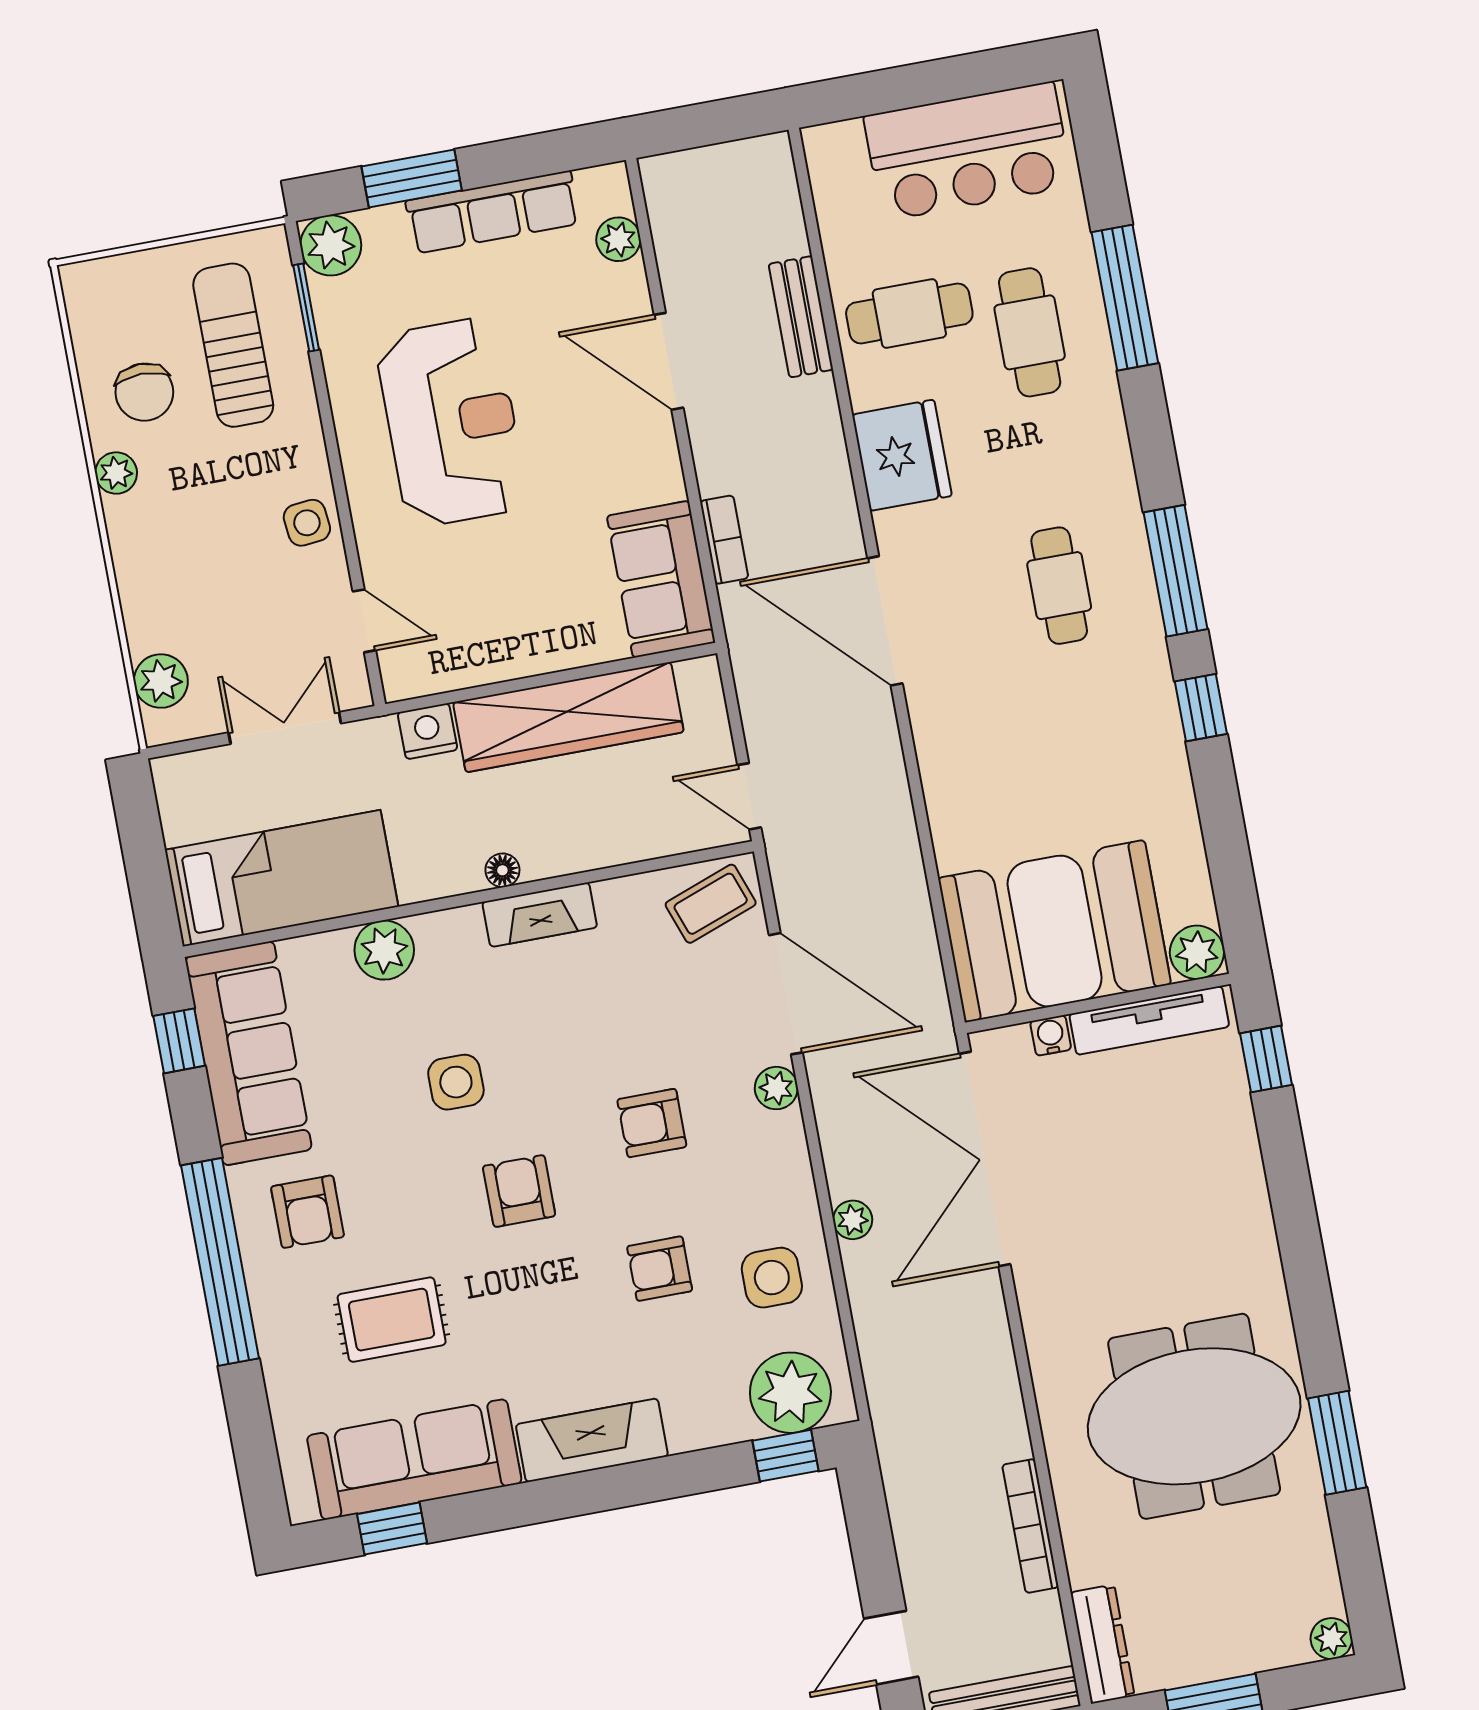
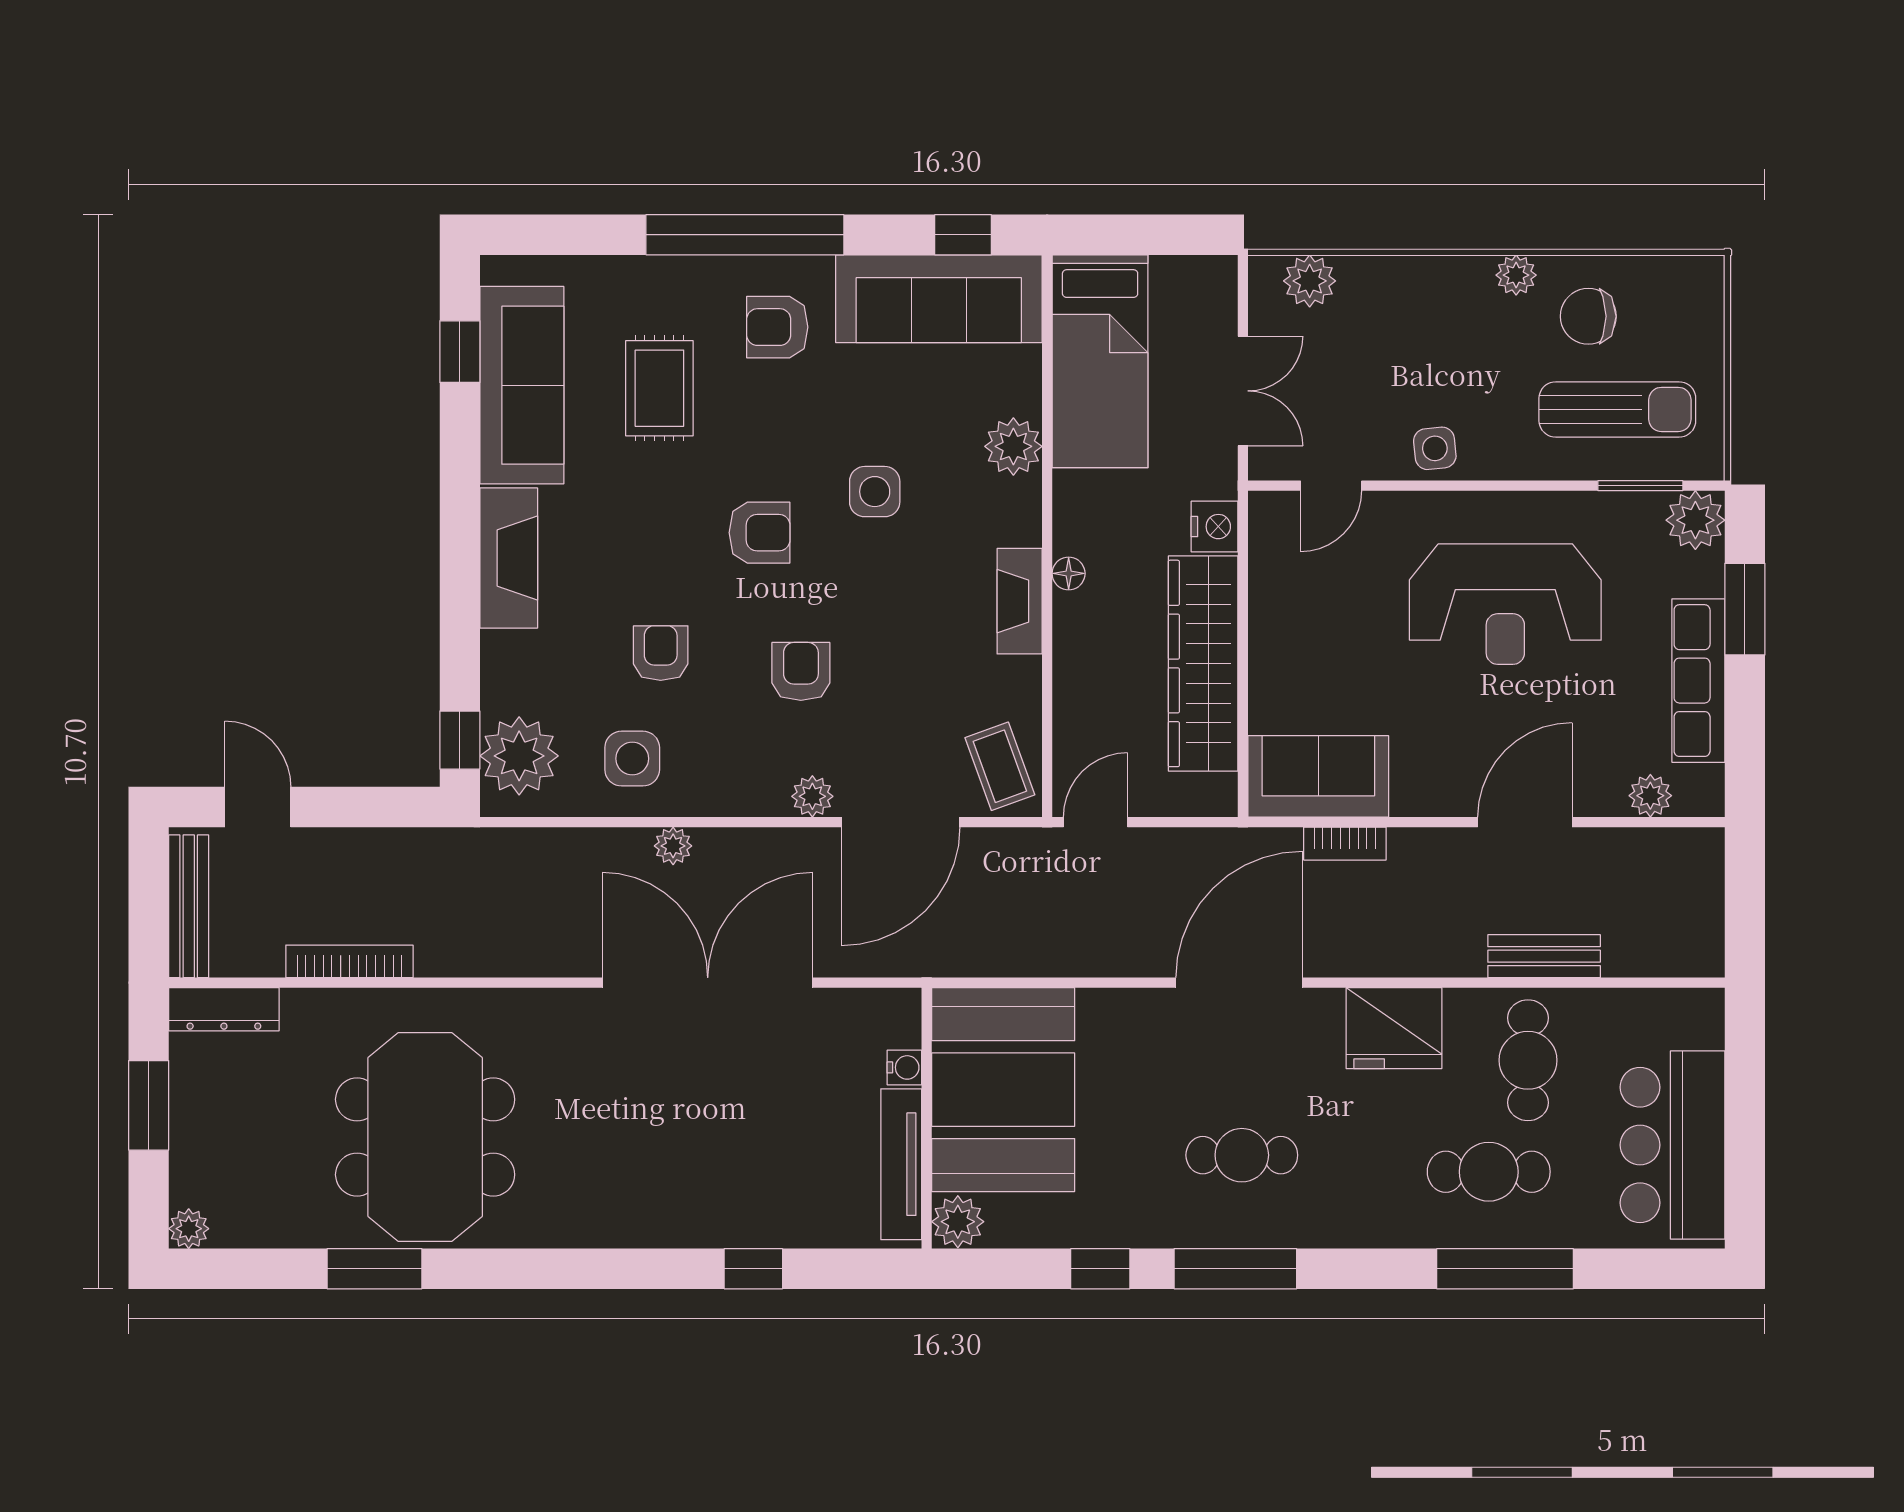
booth: (1055, 931) -> (1003, 1090), moved
plant: (1197, 952) -> (958, 1222), moved
wall: (1098, 1003) -> (927, 1118), moved
tv unit: (1149, 1020) -> (901, 1164), moved
water cooler: (1051, 1035) -> (904, 1067), moved

